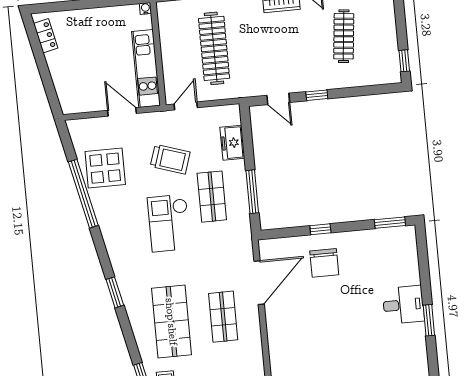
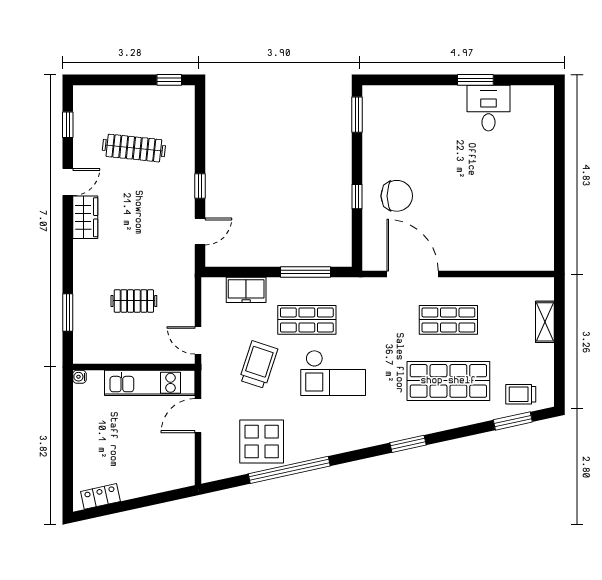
clothes rail: (214, 48) -> (134, 301), width x0.54, depth x0.76
desk: (403, 305) -> (488, 108), moved

